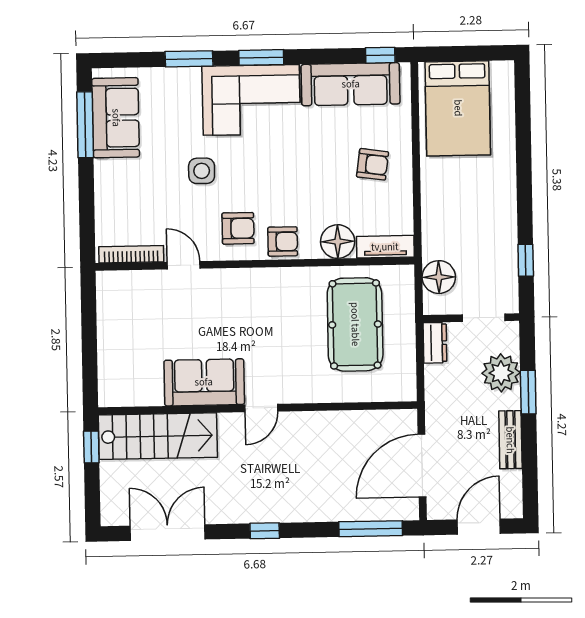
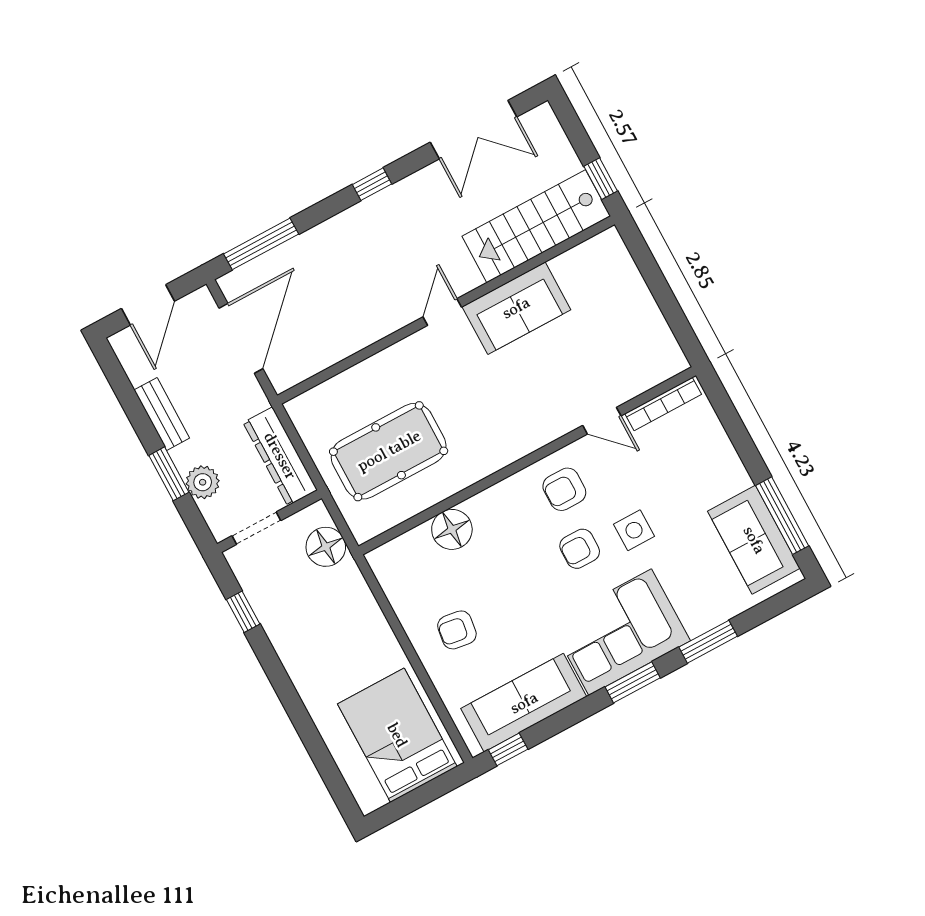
armchair: (283, 241) -> (580, 549), moved
tv unit: (385, 247) -> (399, 550), removed
pool table: (355, 324) -> (389, 451), turned 90
dresser: (435, 343) -> (280, 456), width x1.96, depth x1.24
plant: (501, 373) -> (203, 482), width x0.73, depth x0.73

